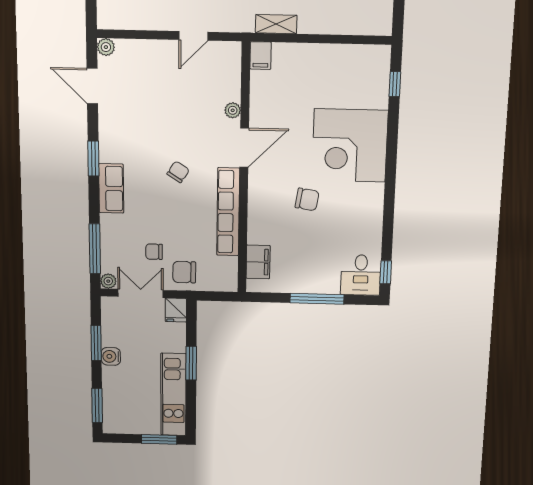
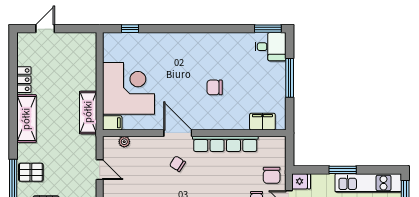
shelving: (276, 24) -> (88, 112), width x1.50, depth x1.33
plant: (233, 110) -> (124, 142), moved
corner desk: (350, 146) -> (129, 88), moved, turned -90
chair: (178, 172) -> (178, 164), moved
chair: (307, 199) -> (215, 87), turned -99
window: (386, 272) -> (268, 29), width x1.50

